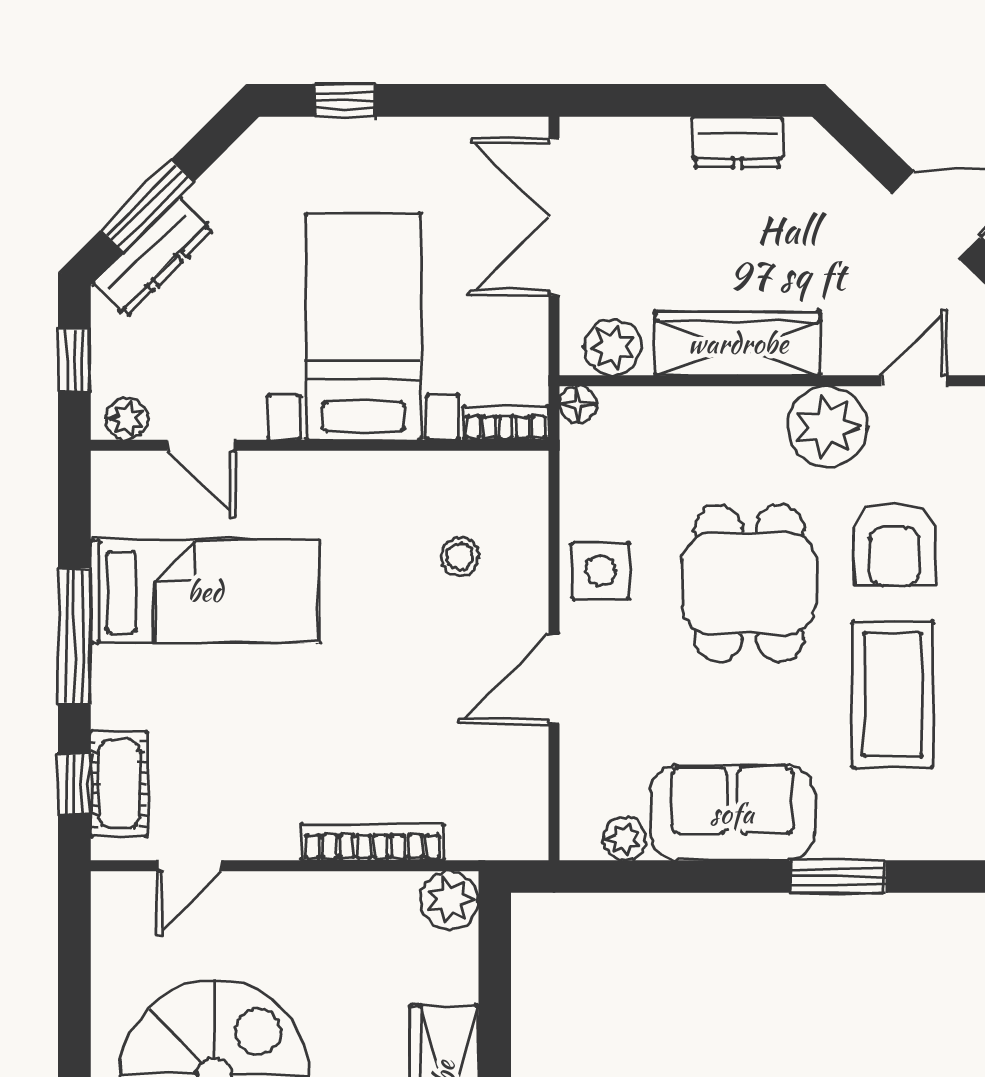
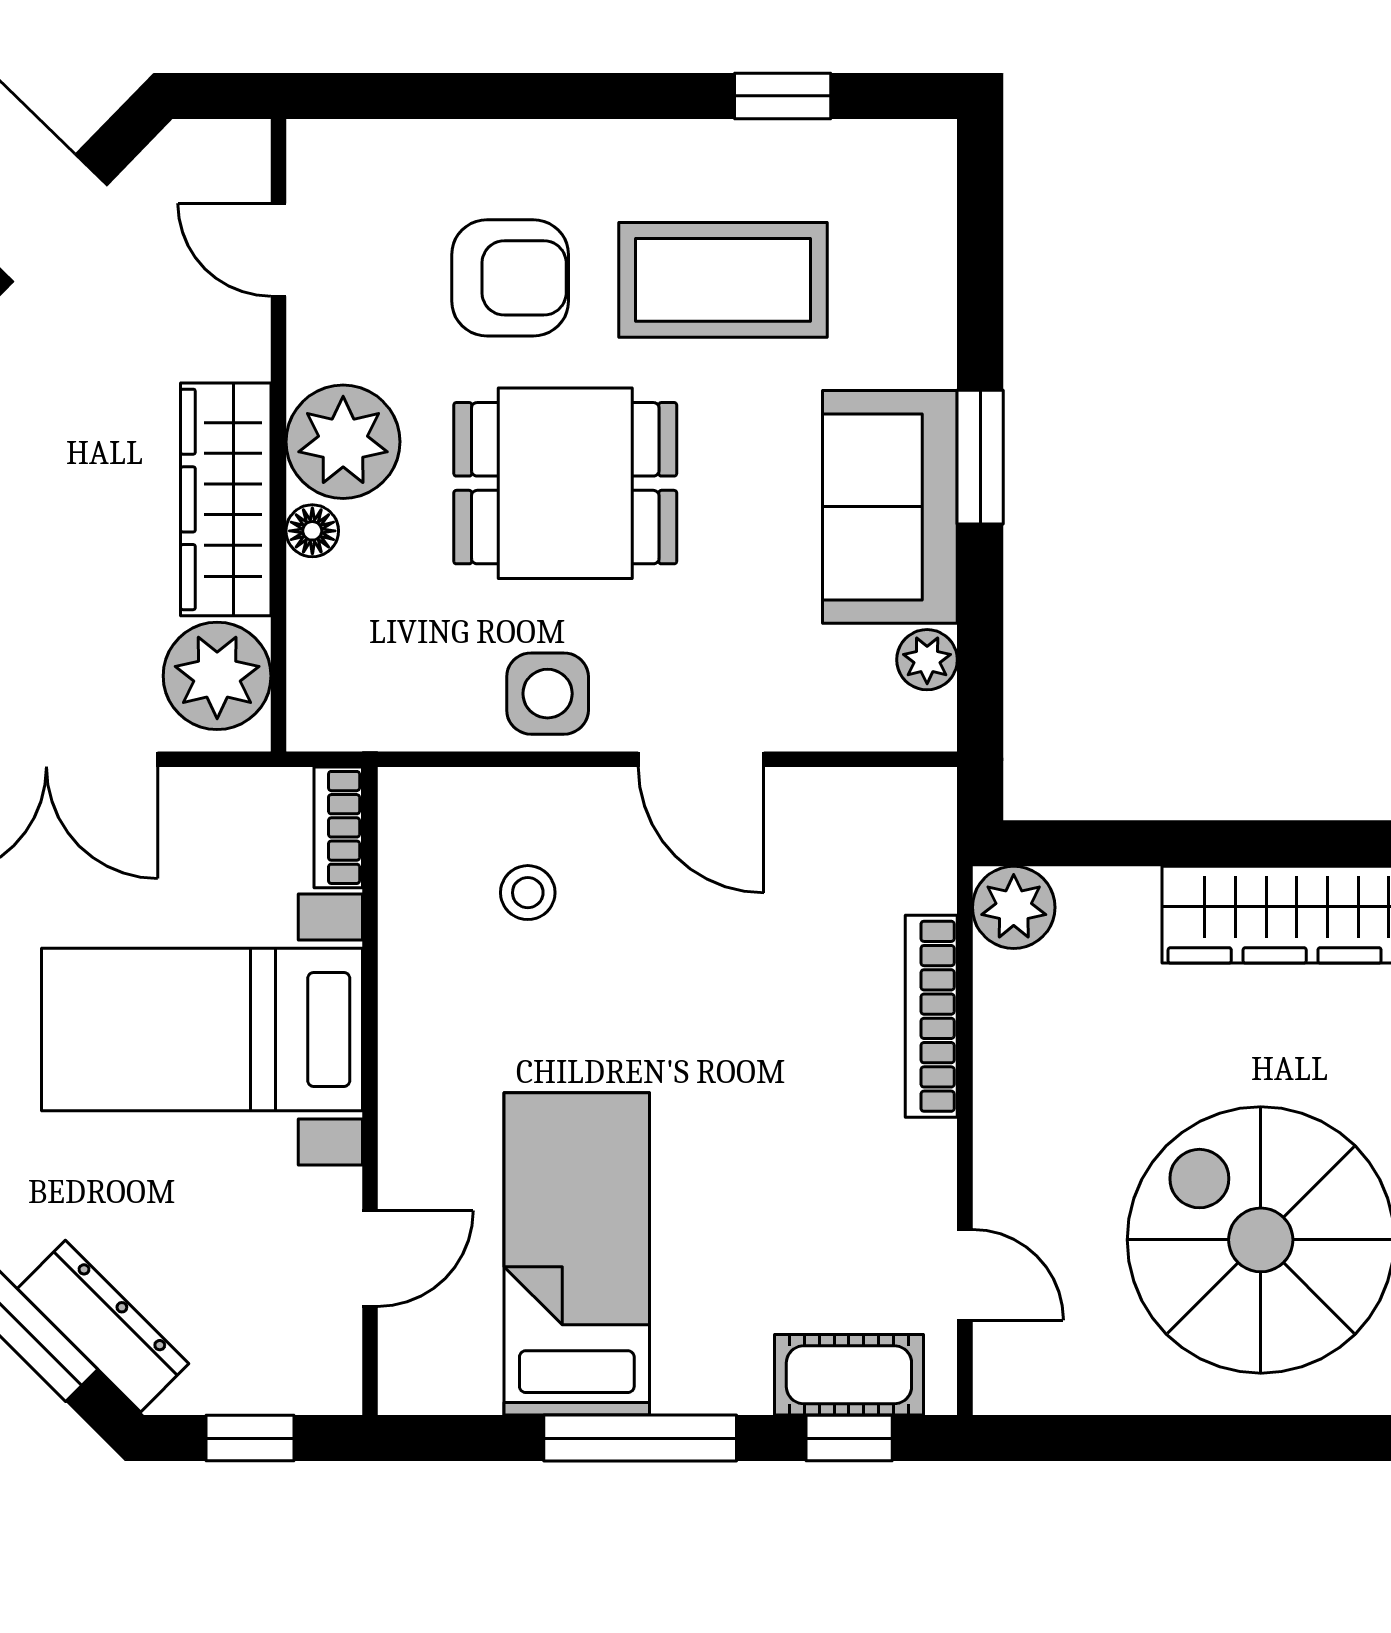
plant: (613, 347) -> (217, 676), width x1.36, depth x1.36
floor lamp: (578, 404) -> (312, 531), moved
plant: (127, 419) -> (333, 1364), removed
plant: (827, 426) -> (343, 442), moved
window: (838, 876) -> (980, 457), moved

